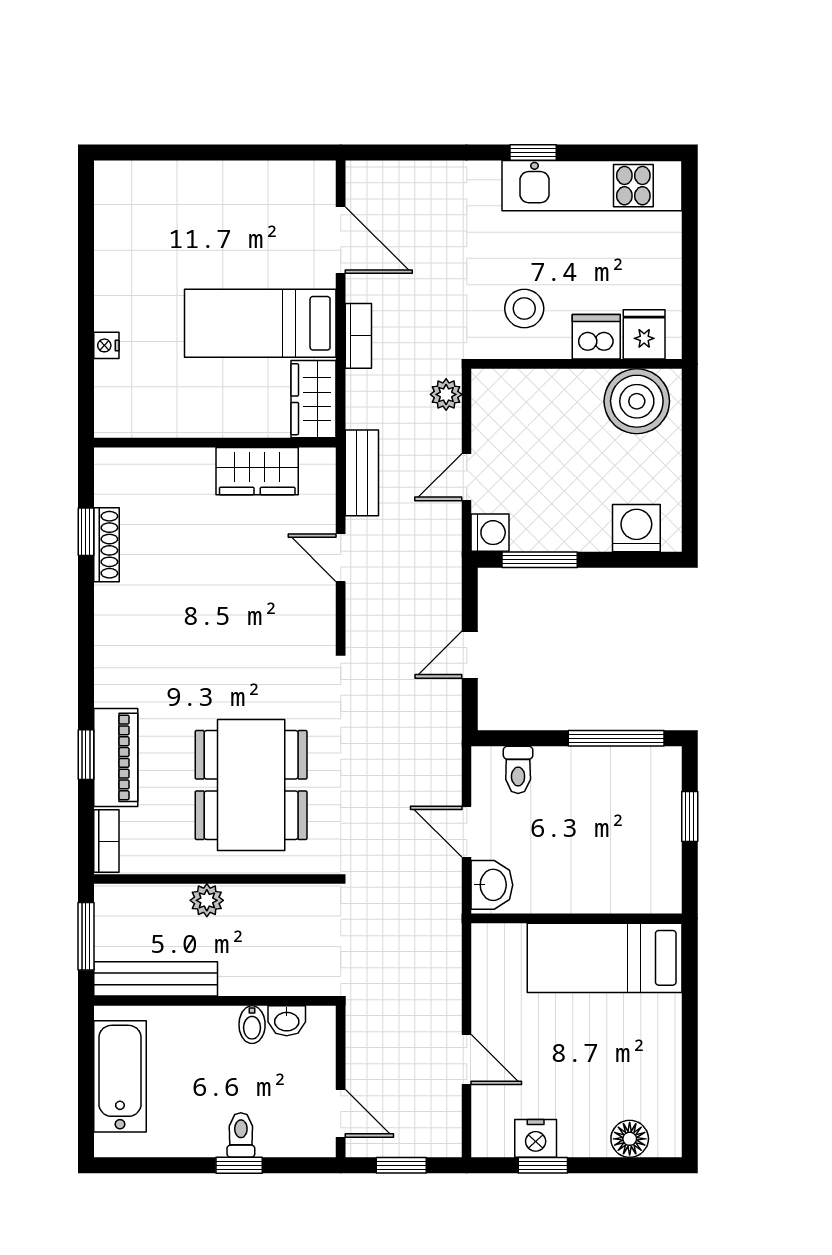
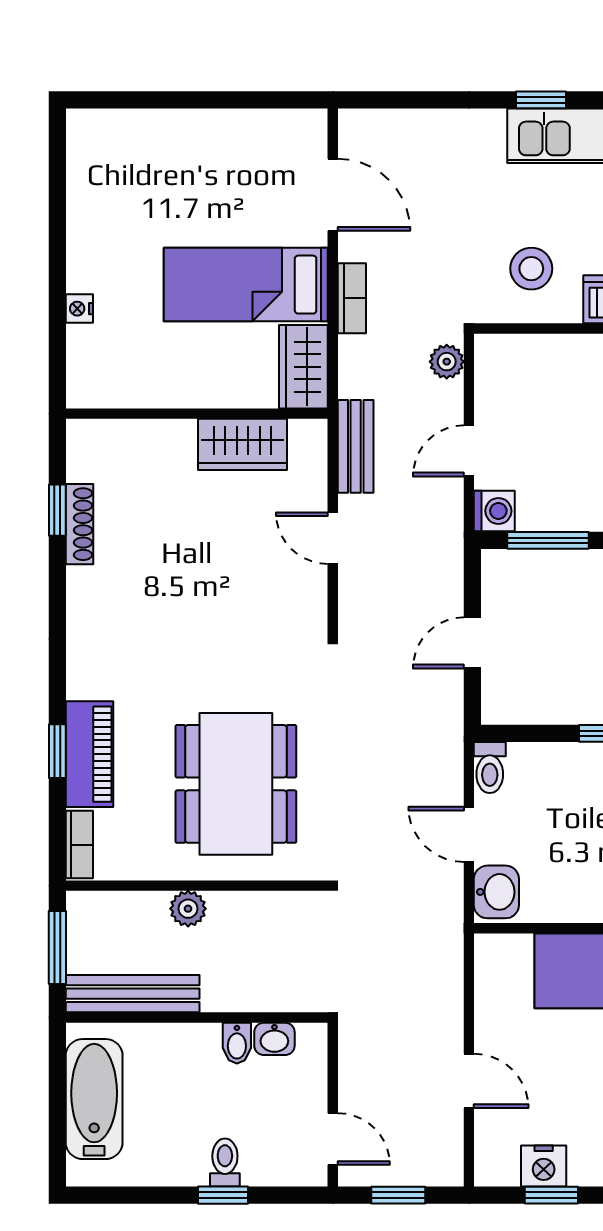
toilet: (518, 770) -> (490, 768), moved

